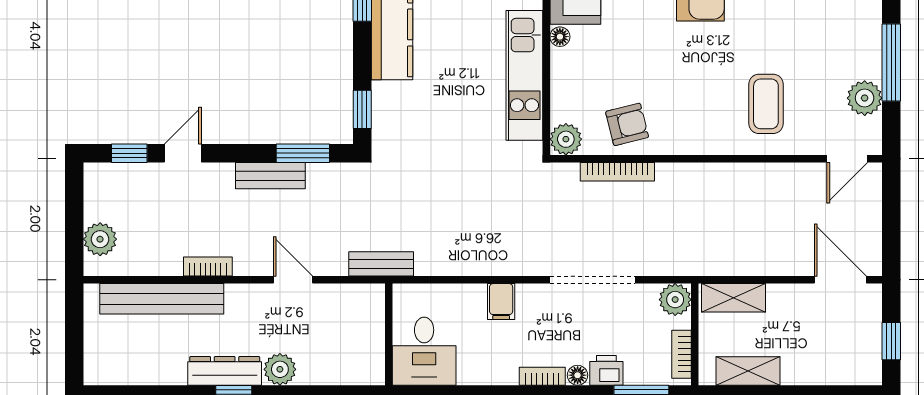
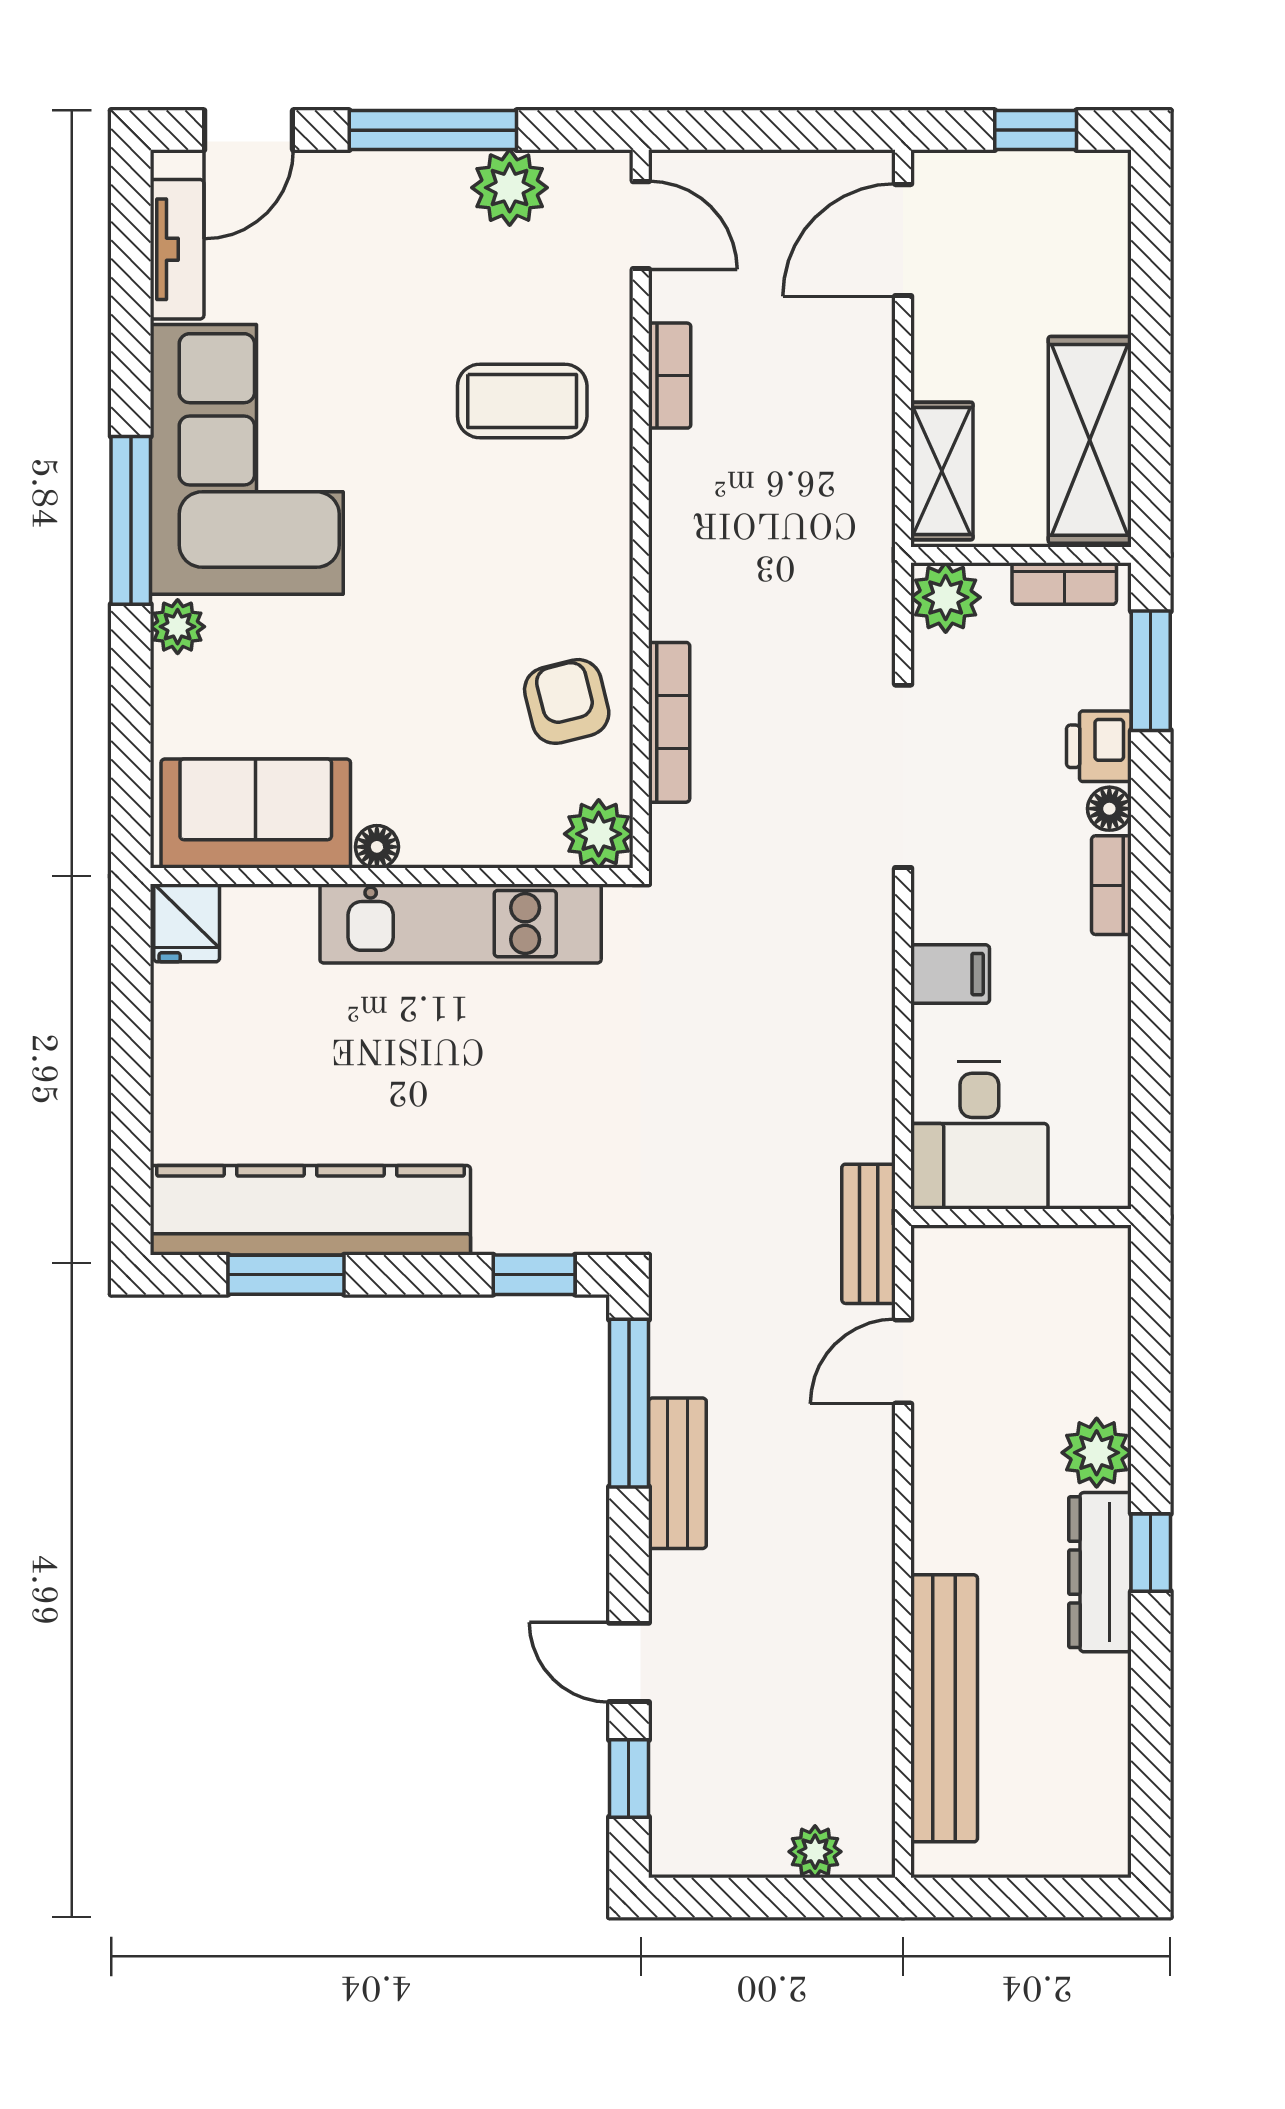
window: (303, 153) -> (629, 1403), width x1.44
plant: (100, 239) -> (815, 1852), width x0.73, depth x0.73
bookcase: (208, 266) -> (670, 376), moved, turned 180
door: (293, 280) -> (903, 1362), moved
desk: (424, 351) -> (979, 1135), moved, turned 90
shelving: (748, 371) -> (1090, 440), width x1.50, depth x1.33

